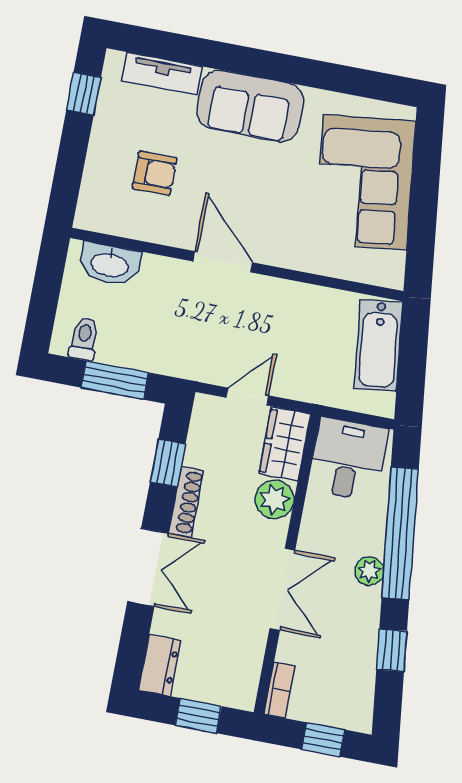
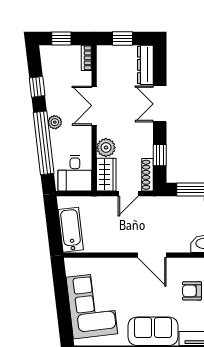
shoe rack: (186, 502) -> (148, 175), moved
dresser: (160, 665) -> (145, 65), width x1.44

